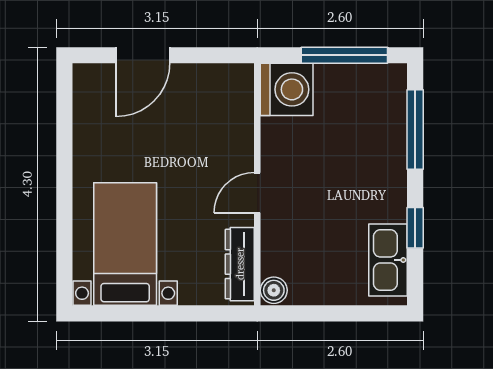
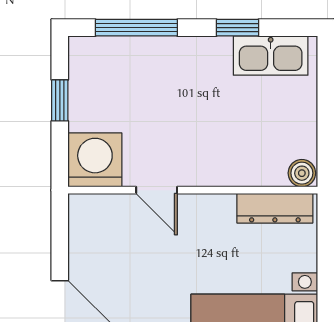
window: (344, 55) -> (60, 100), width x0.46
door: (257, 193) -> (157, 190), moved

